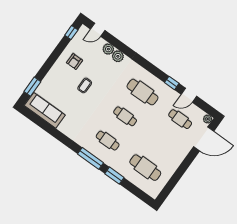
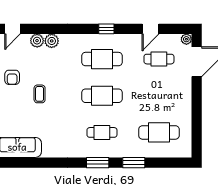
window: (172, 83) -> (106, 29), moved
cafe table: (125, 116) -> (102, 96), width x1.37, depth x1.35
window: (90, 158) -> (98, 163), width x0.69

